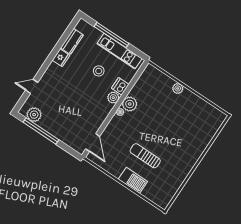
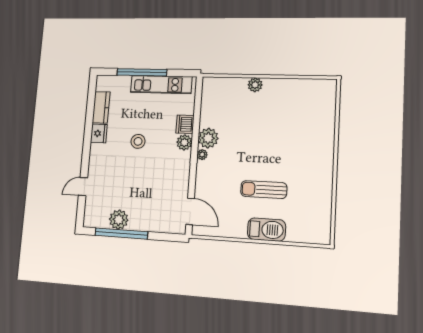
stool: (99, 71) -> (138, 141), moved
plant: (34, 115) -> (119, 220), moved

